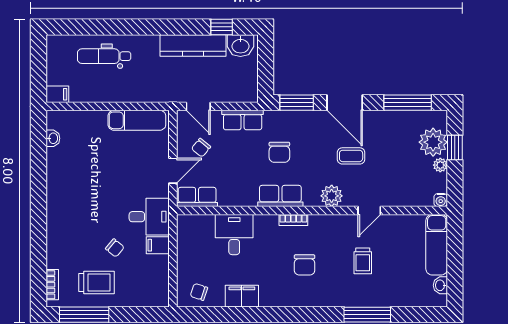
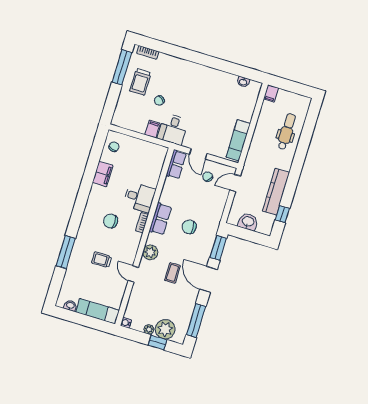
washbasin: (240, 46) -> (248, 222), moved, turned 90
door: (345, 103) -> (209, 279), hinge flipped
row of seats: (243, 120) -> (217, 209), removed
desk: (234, 235) -> (139, 197), moved

